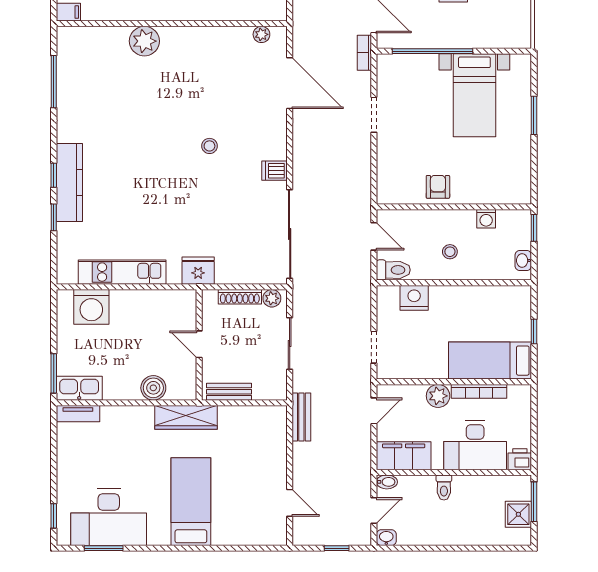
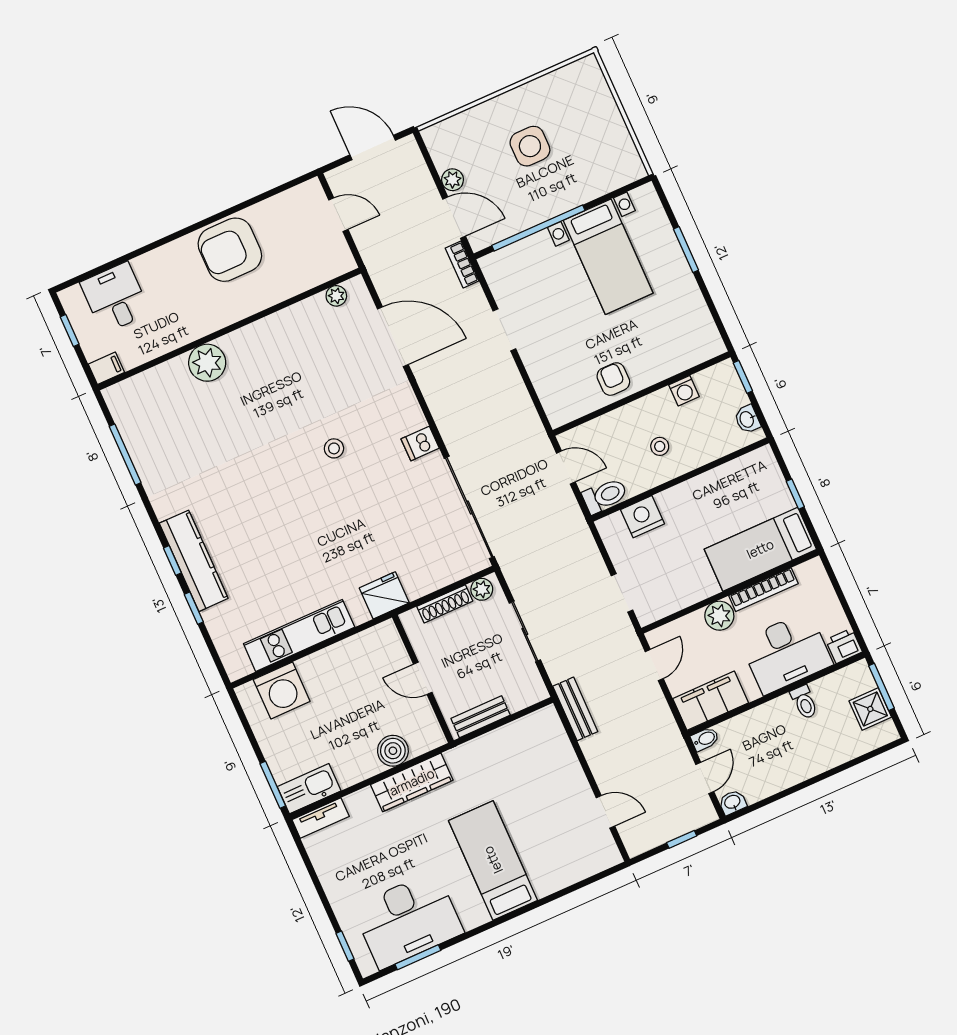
wardrobe: (186, 417) -> (412, 782), moved
toilet: (444, 487) -> (804, 702), moved

